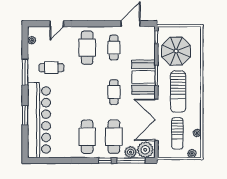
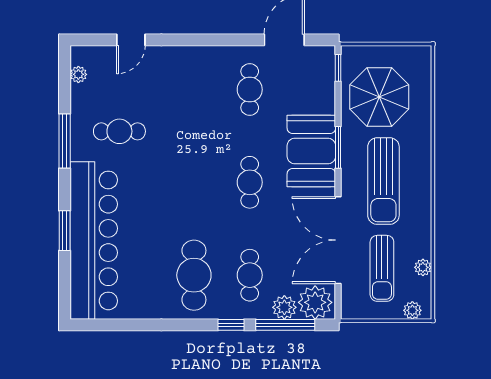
cafe table: (87, 48) -> (194, 90), removed
cafe table: (114, 137) -> (250, 275), width x0.73, depth x0.74

